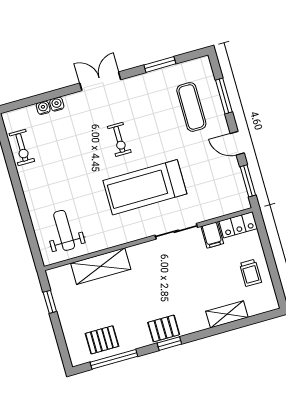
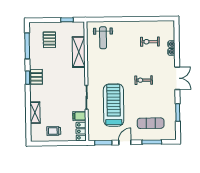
exercise bike: (22, 147) -> (150, 42), moved
treadmill: (145, 187) -> (114, 105), moved
weight bench: (64, 230) -> (103, 38), turned 90
pallet: (102, 340) -> (49, 40), moved

